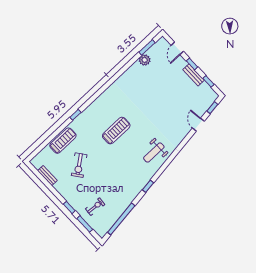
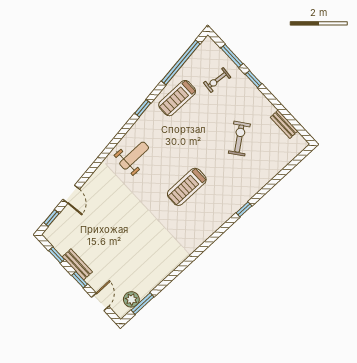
plant: (145, 60) -> (131, 299), moved
treadmill: (63, 141) -> (177, 98), moved

